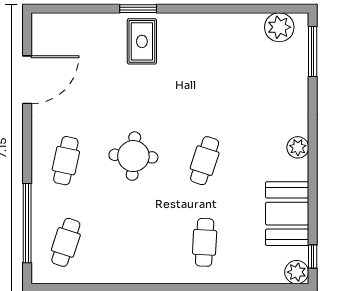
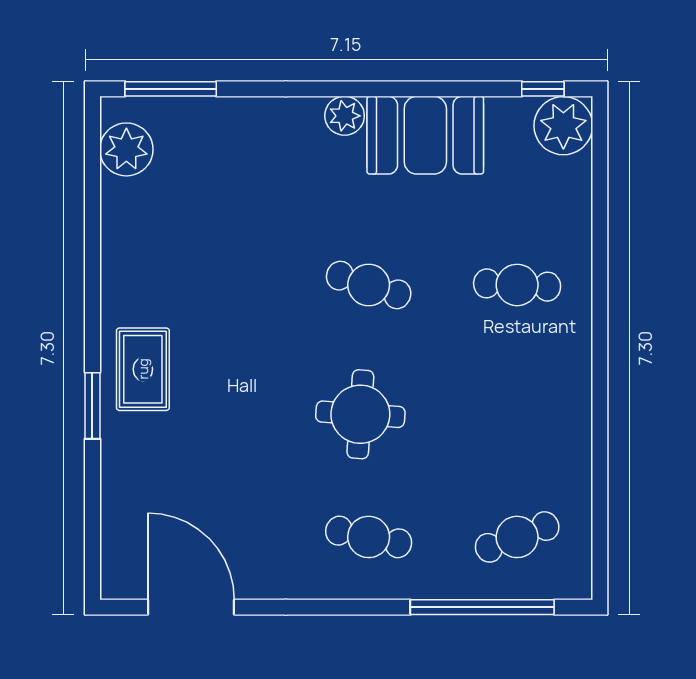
rug: (142, 41) -> (143, 369), moved, turned 90
door: (27, 80) -> (191, 607), moved
booth: (287, 214) -> (425, 135), moved
cafe table: (66, 242) -> (517, 537), turned -39
plant: (297, 272) -> (563, 126), width x1.36, depth x1.36

